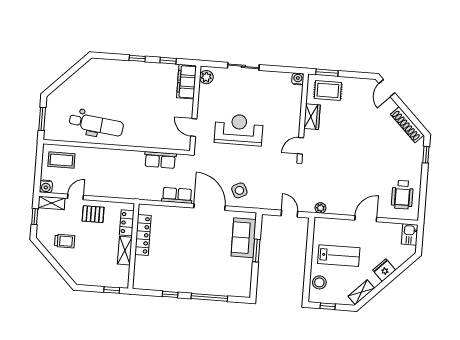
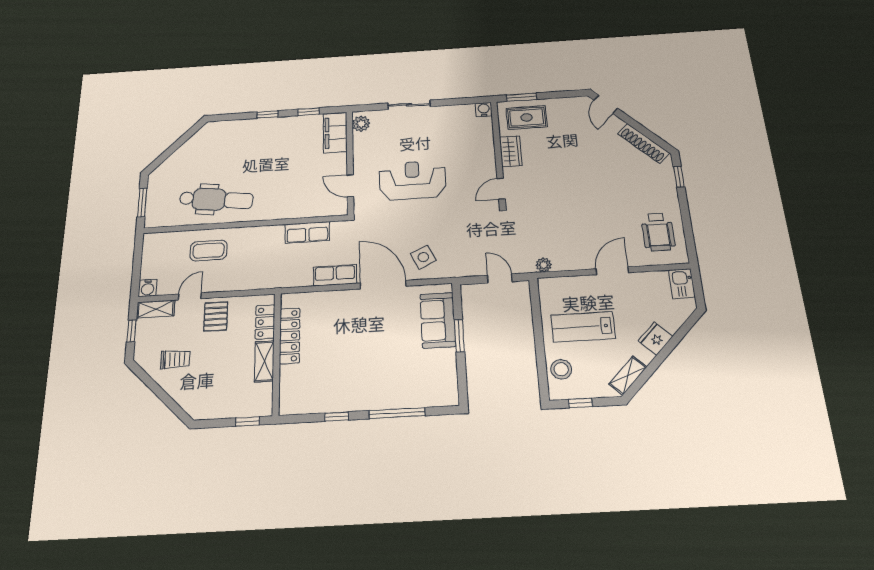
coffee table: (61, 160) -> (209, 250), moved
pallet: (93, 214) -> (216, 316), turned 90
lab bench: (339, 256) -> (583, 327), turned 180

